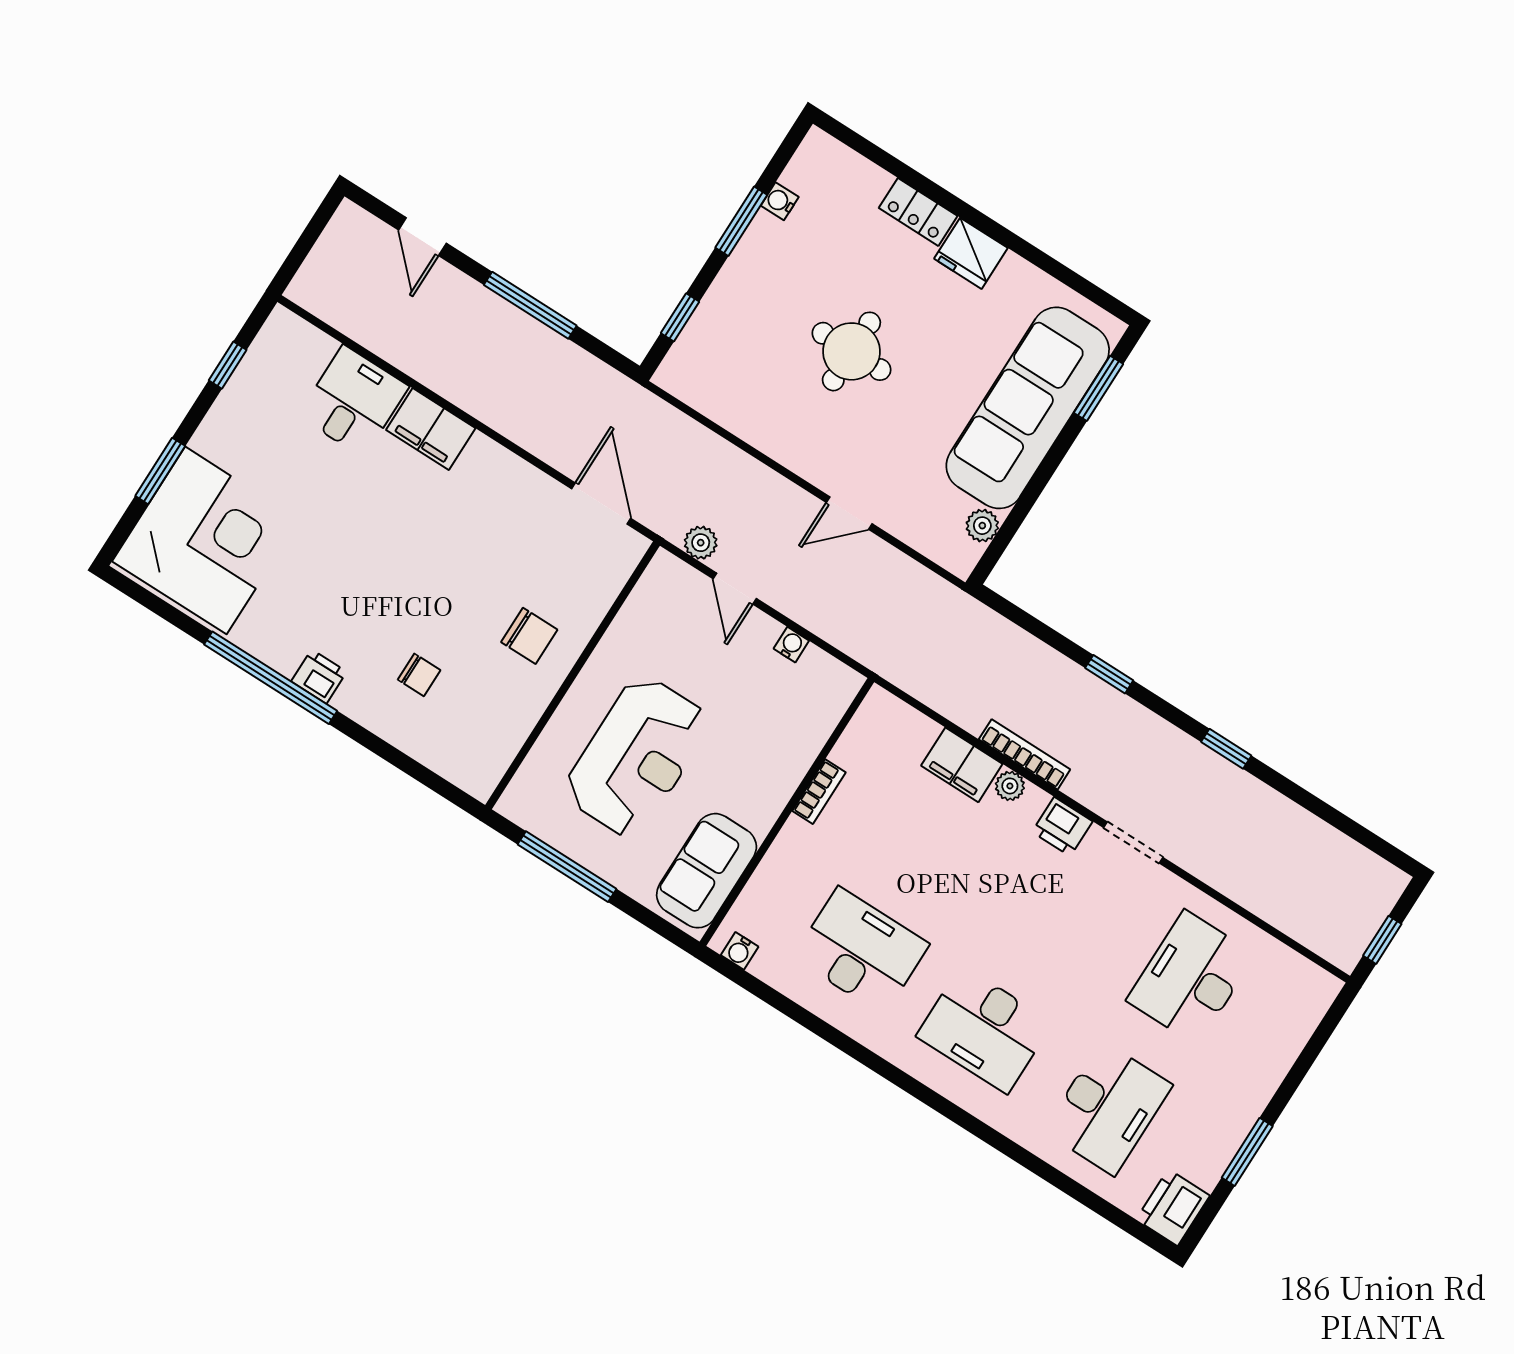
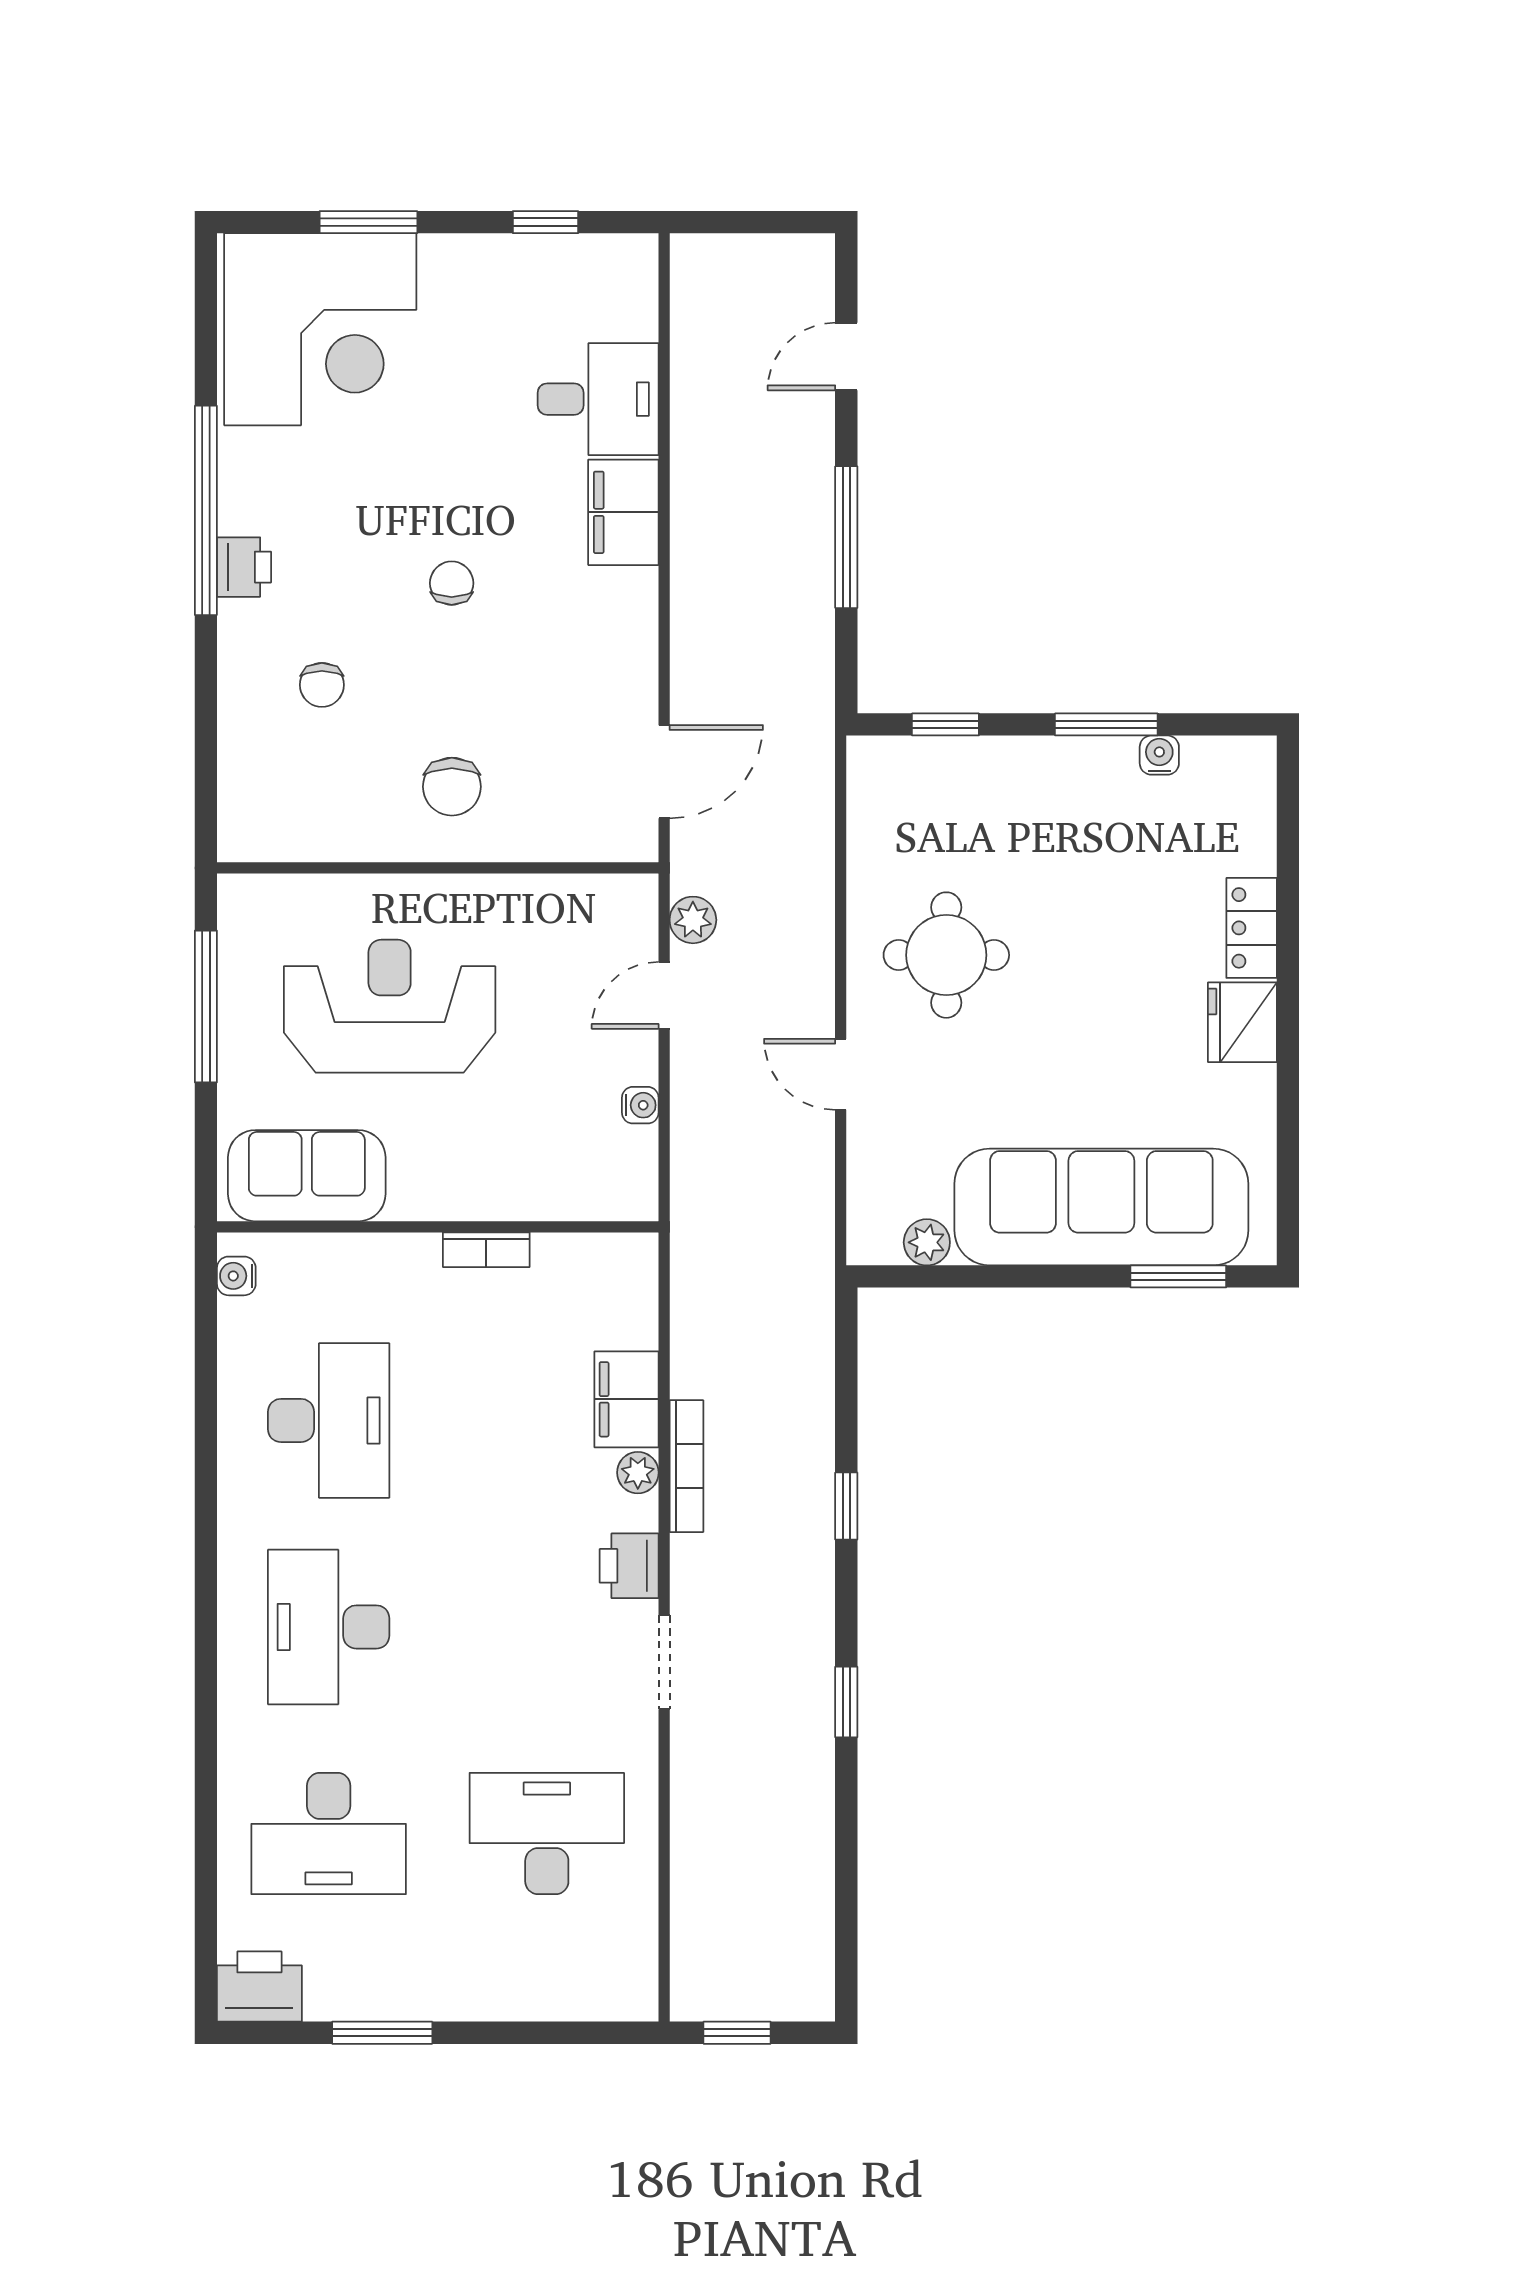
round table: (851, 351) -> (946, 955), moved
chair: (408, 559) -> (452, 583), added
reception desk: (637, 757) -> (390, 1006), turned 180

